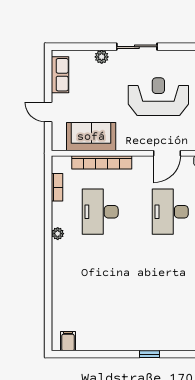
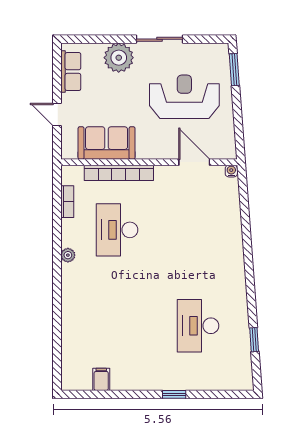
plant: (102, 57) -> (119, 58), width x1.87, depth x1.87
door: (167, 153) -> (194, 162), swing flipped
desk: (170, 212) -> (198, 326), moved
filing cabinet: (68, 341) -> (101, 379), moved

